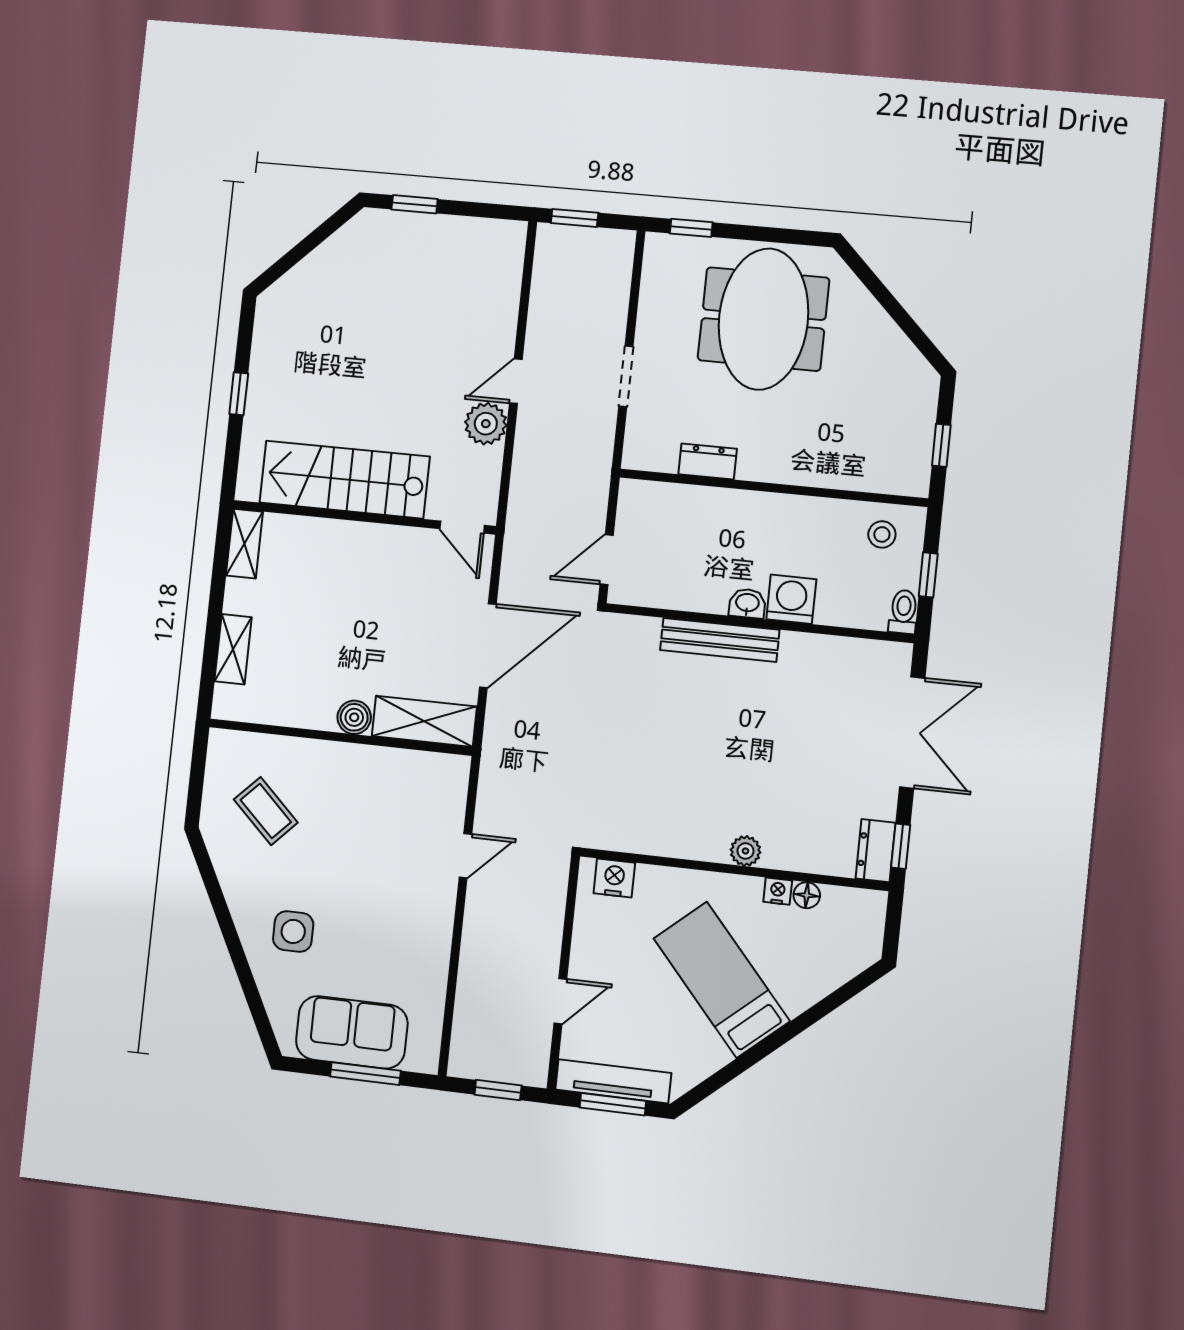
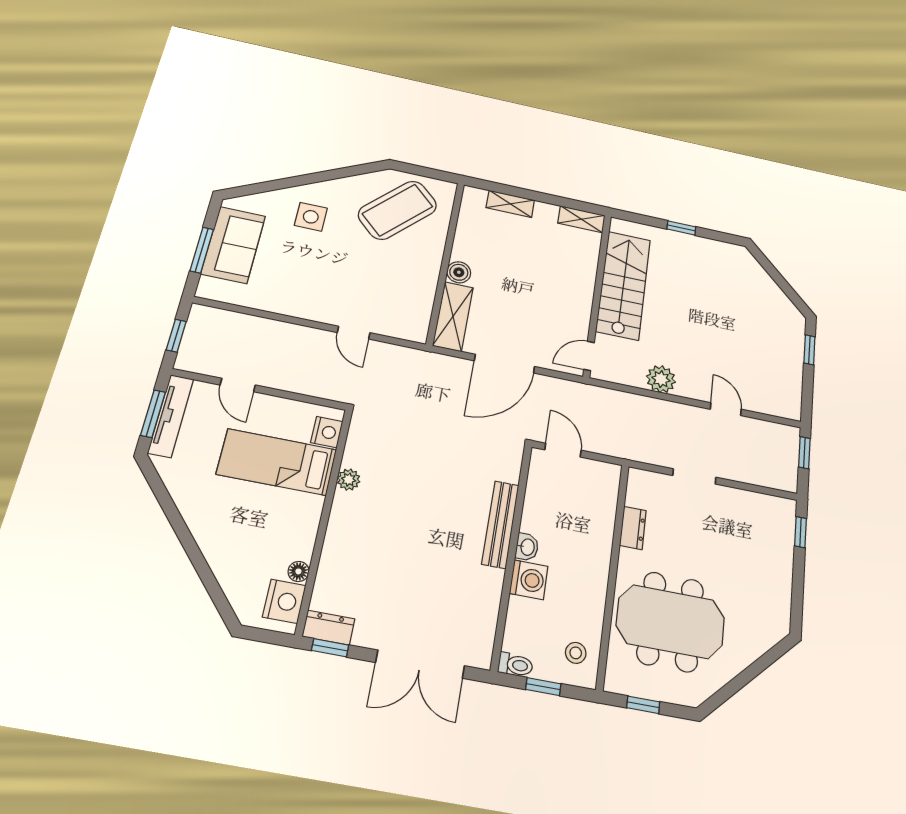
meeting table: (763, 319) -> (670, 622), moved
door: (516, 381) -> (726, 409), moved
door: (488, 646) -> (505, 364), hinge flipped
coffee table: (266, 811) -> (397, 210), width x1.86, depth x1.72
plant: (745, 851) -> (349, 480), moved
nightstand: (778, 891) -> (284, 601), moved, width x1.89, depth x1.79
bed: (722, 980) -> (277, 462), moved, turned -139

